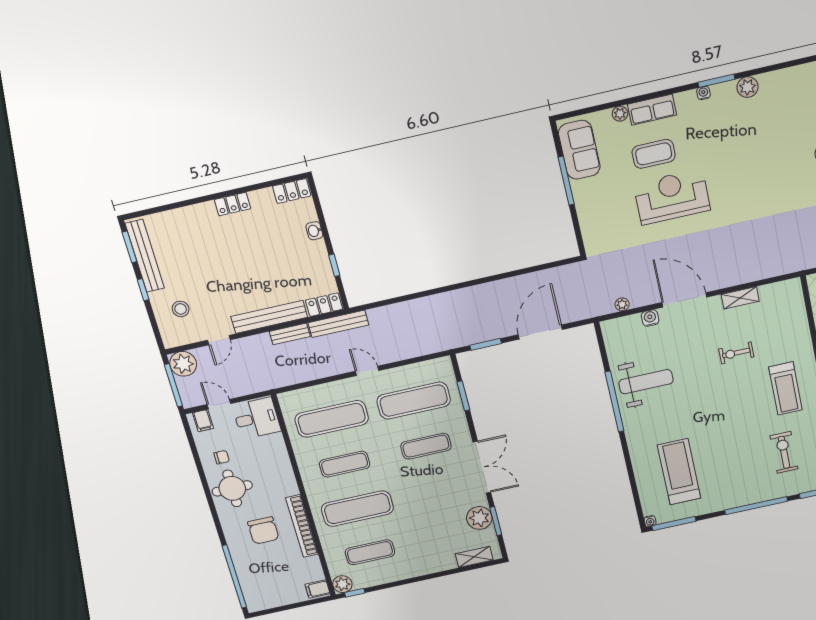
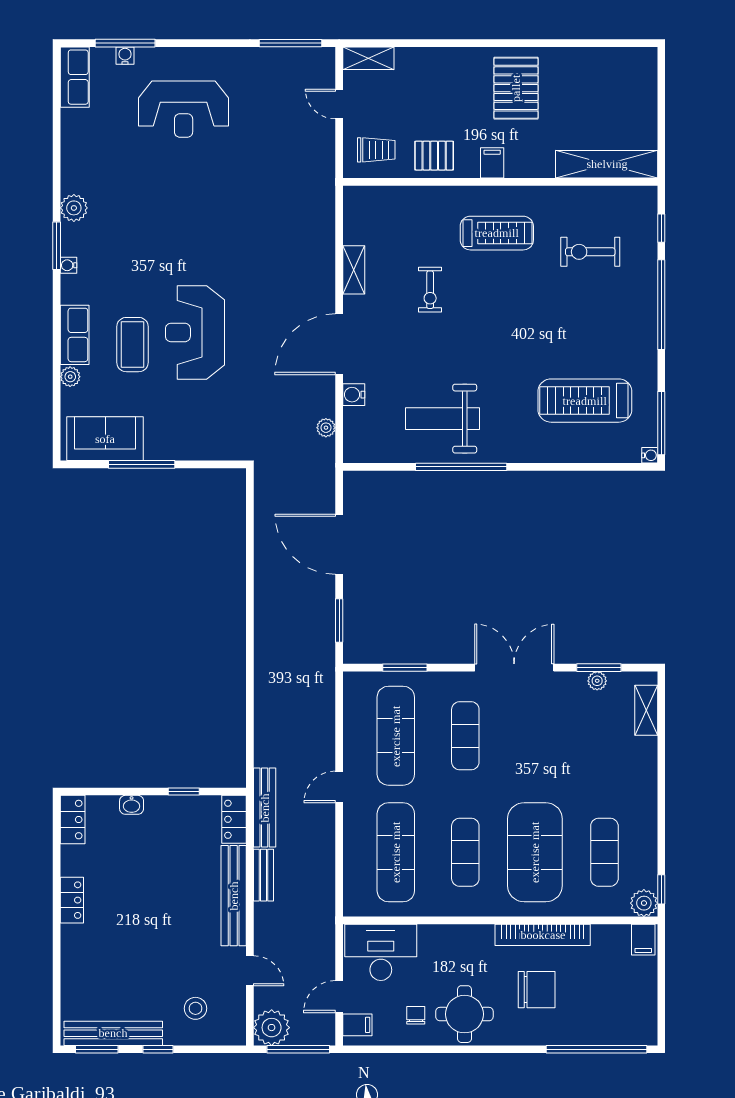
weight bench: (646, 382) -> (443, 419), turned -90
desk: (257, 418) -> (381, 952), width x1.37
exercise mat: (357, 509) -> (535, 852), width x1.47
plant: (479, 518) -> (597, 681), width x0.53, depth x0.53

